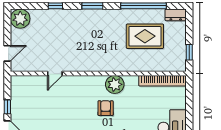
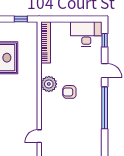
door: (55, 73) -> (39, 136), swing flipped

